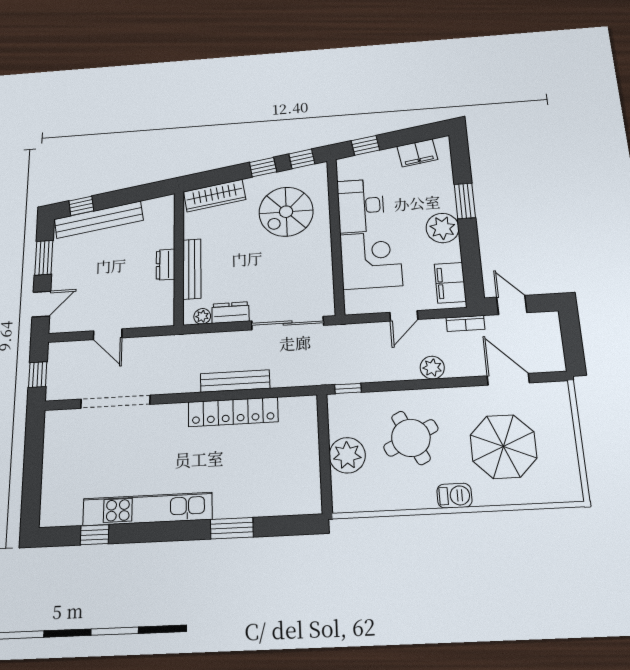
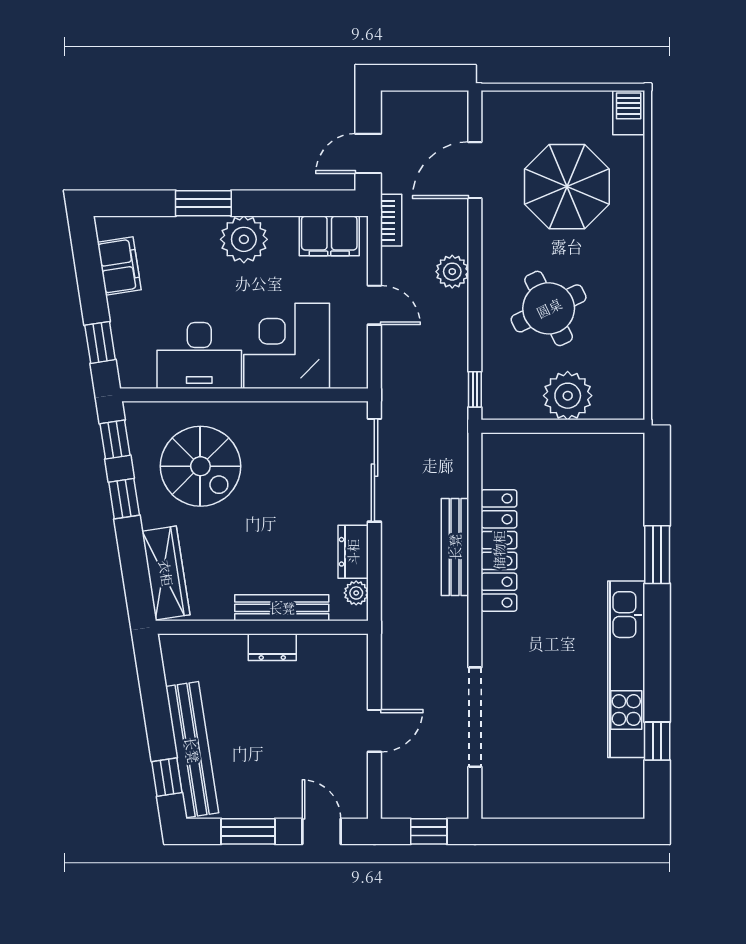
barbecue: (454, 496) -> (629, 113), moved

